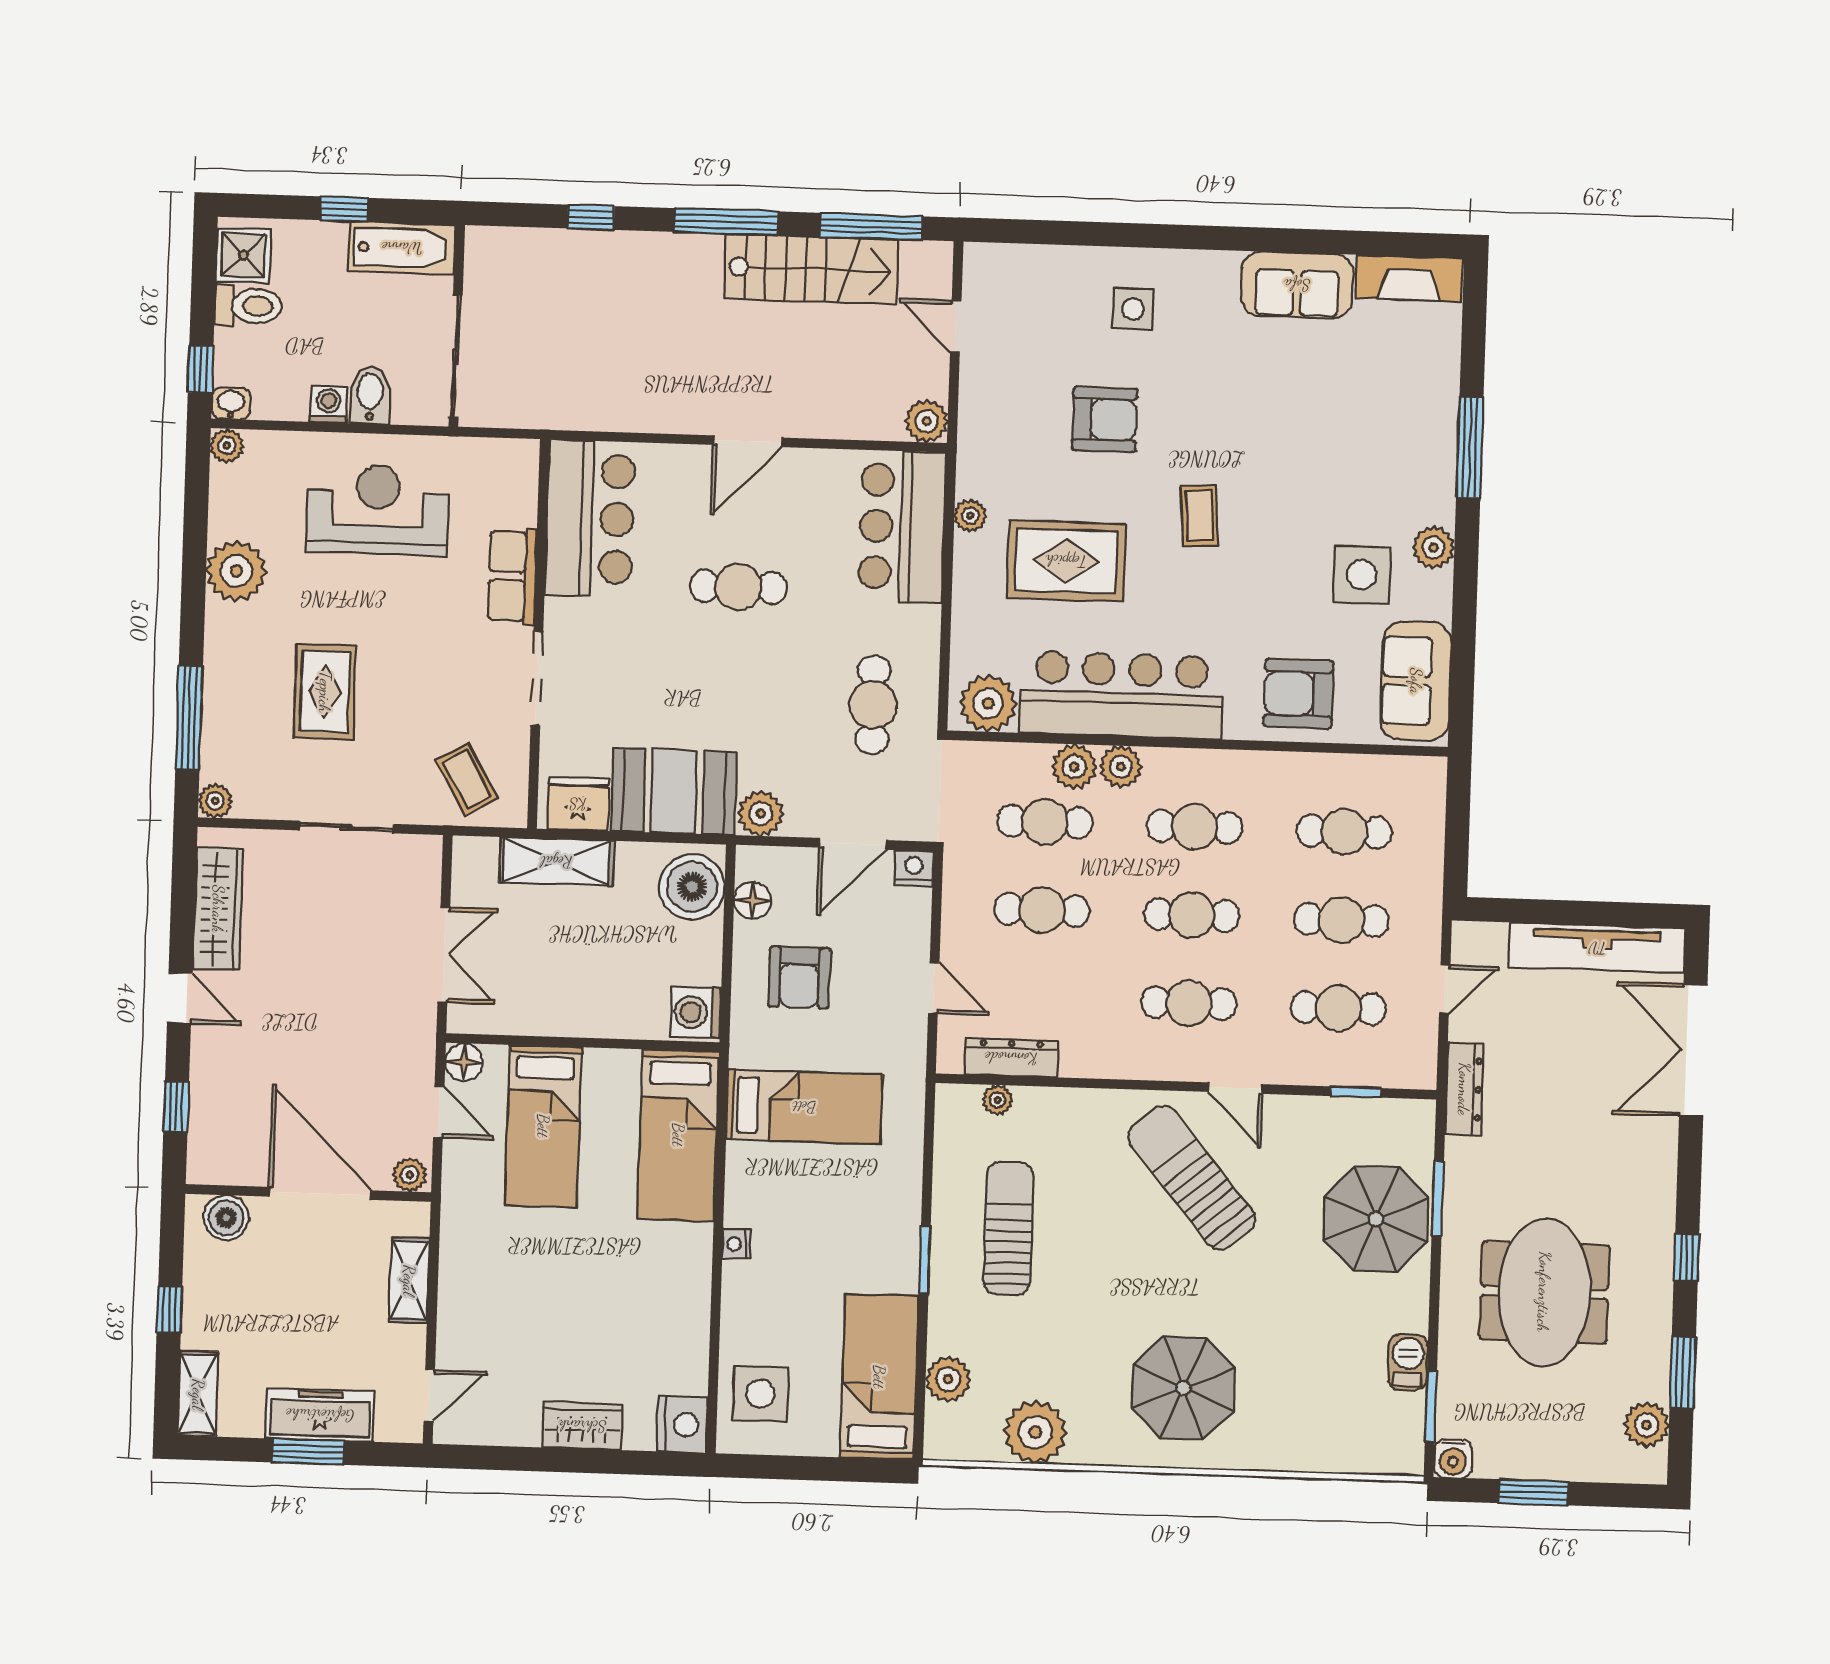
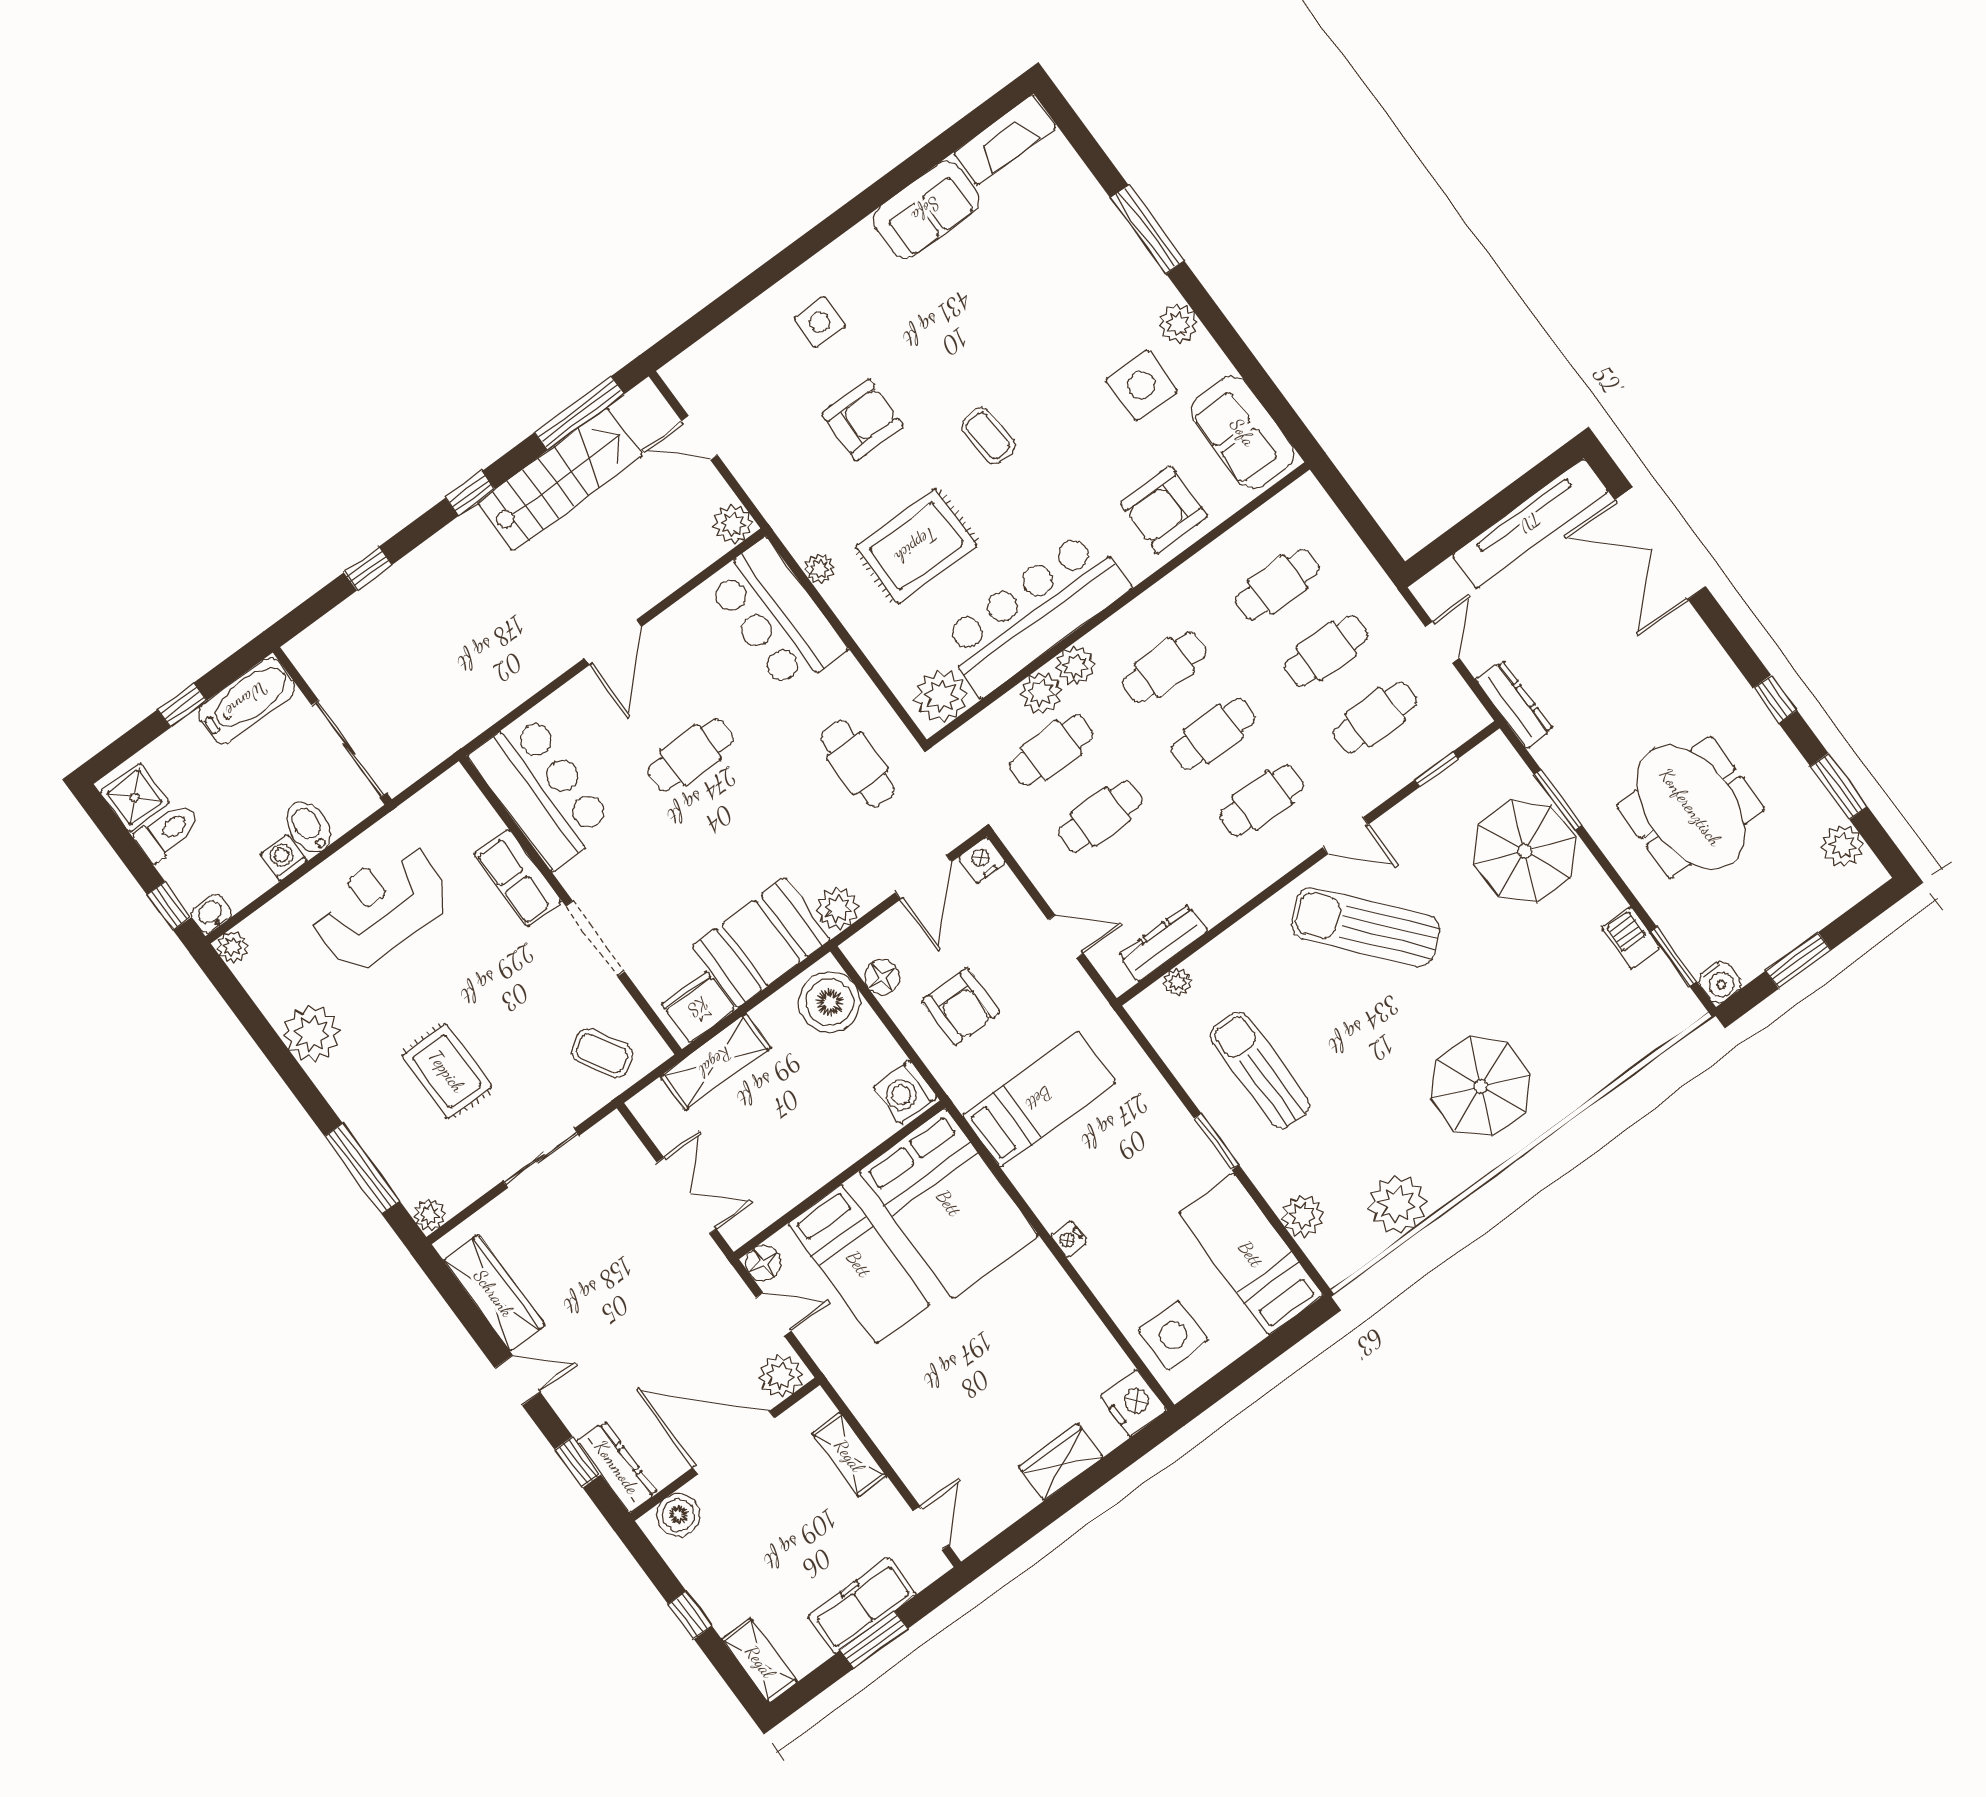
window: (726, 222) -> (470, 493), width x0.46
bed: (678, 1135) -> (949, 1203), width x1.50
dresser: (206, 1137) -> (617, 1467), added
plant: (410, 1175) -> (781, 1376), width x1.38, depth x1.38

